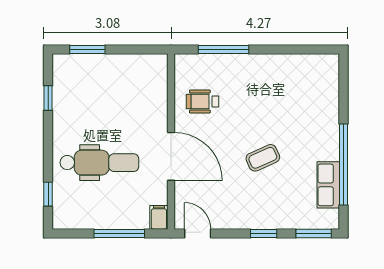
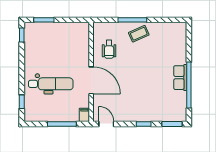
window: (224, 50) -> (132, 20), moved
window: (48, 98) -> (22, 35), moved
wheelchair: (202, 102) -> (109, 49), turned -90
coffee table: (263, 158) -> (139, 34), moved
row of seats: (328, 185) -> (180, 78), moved

